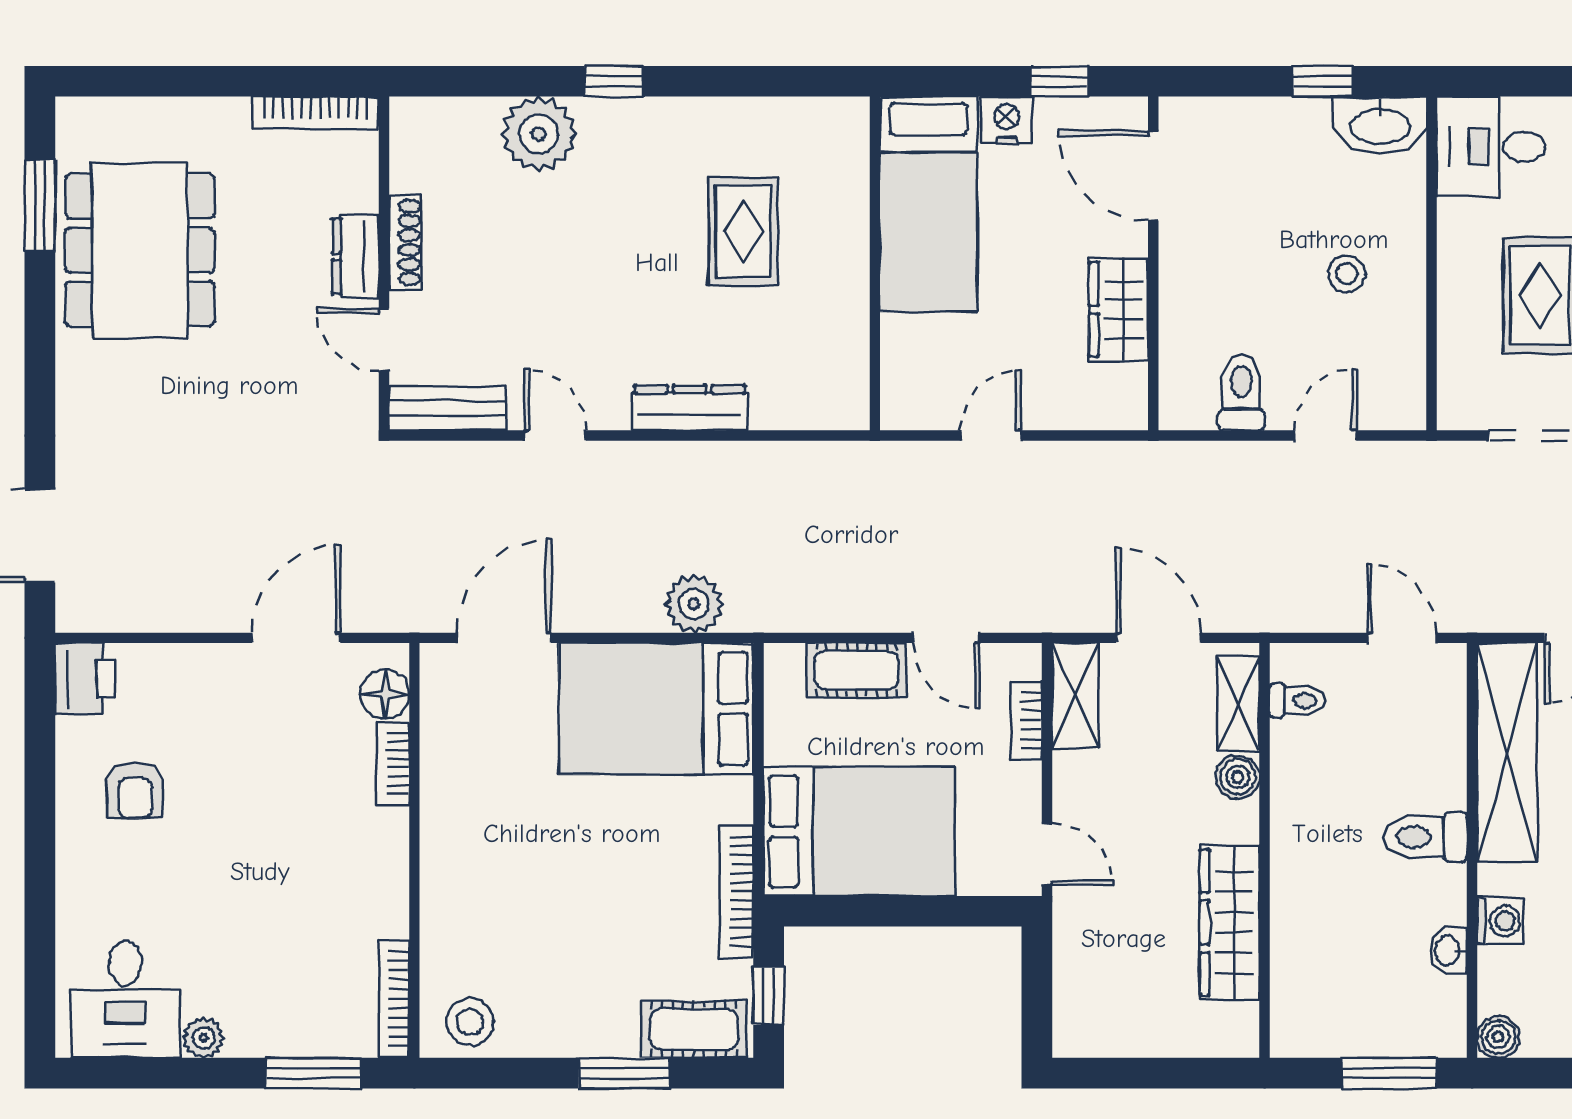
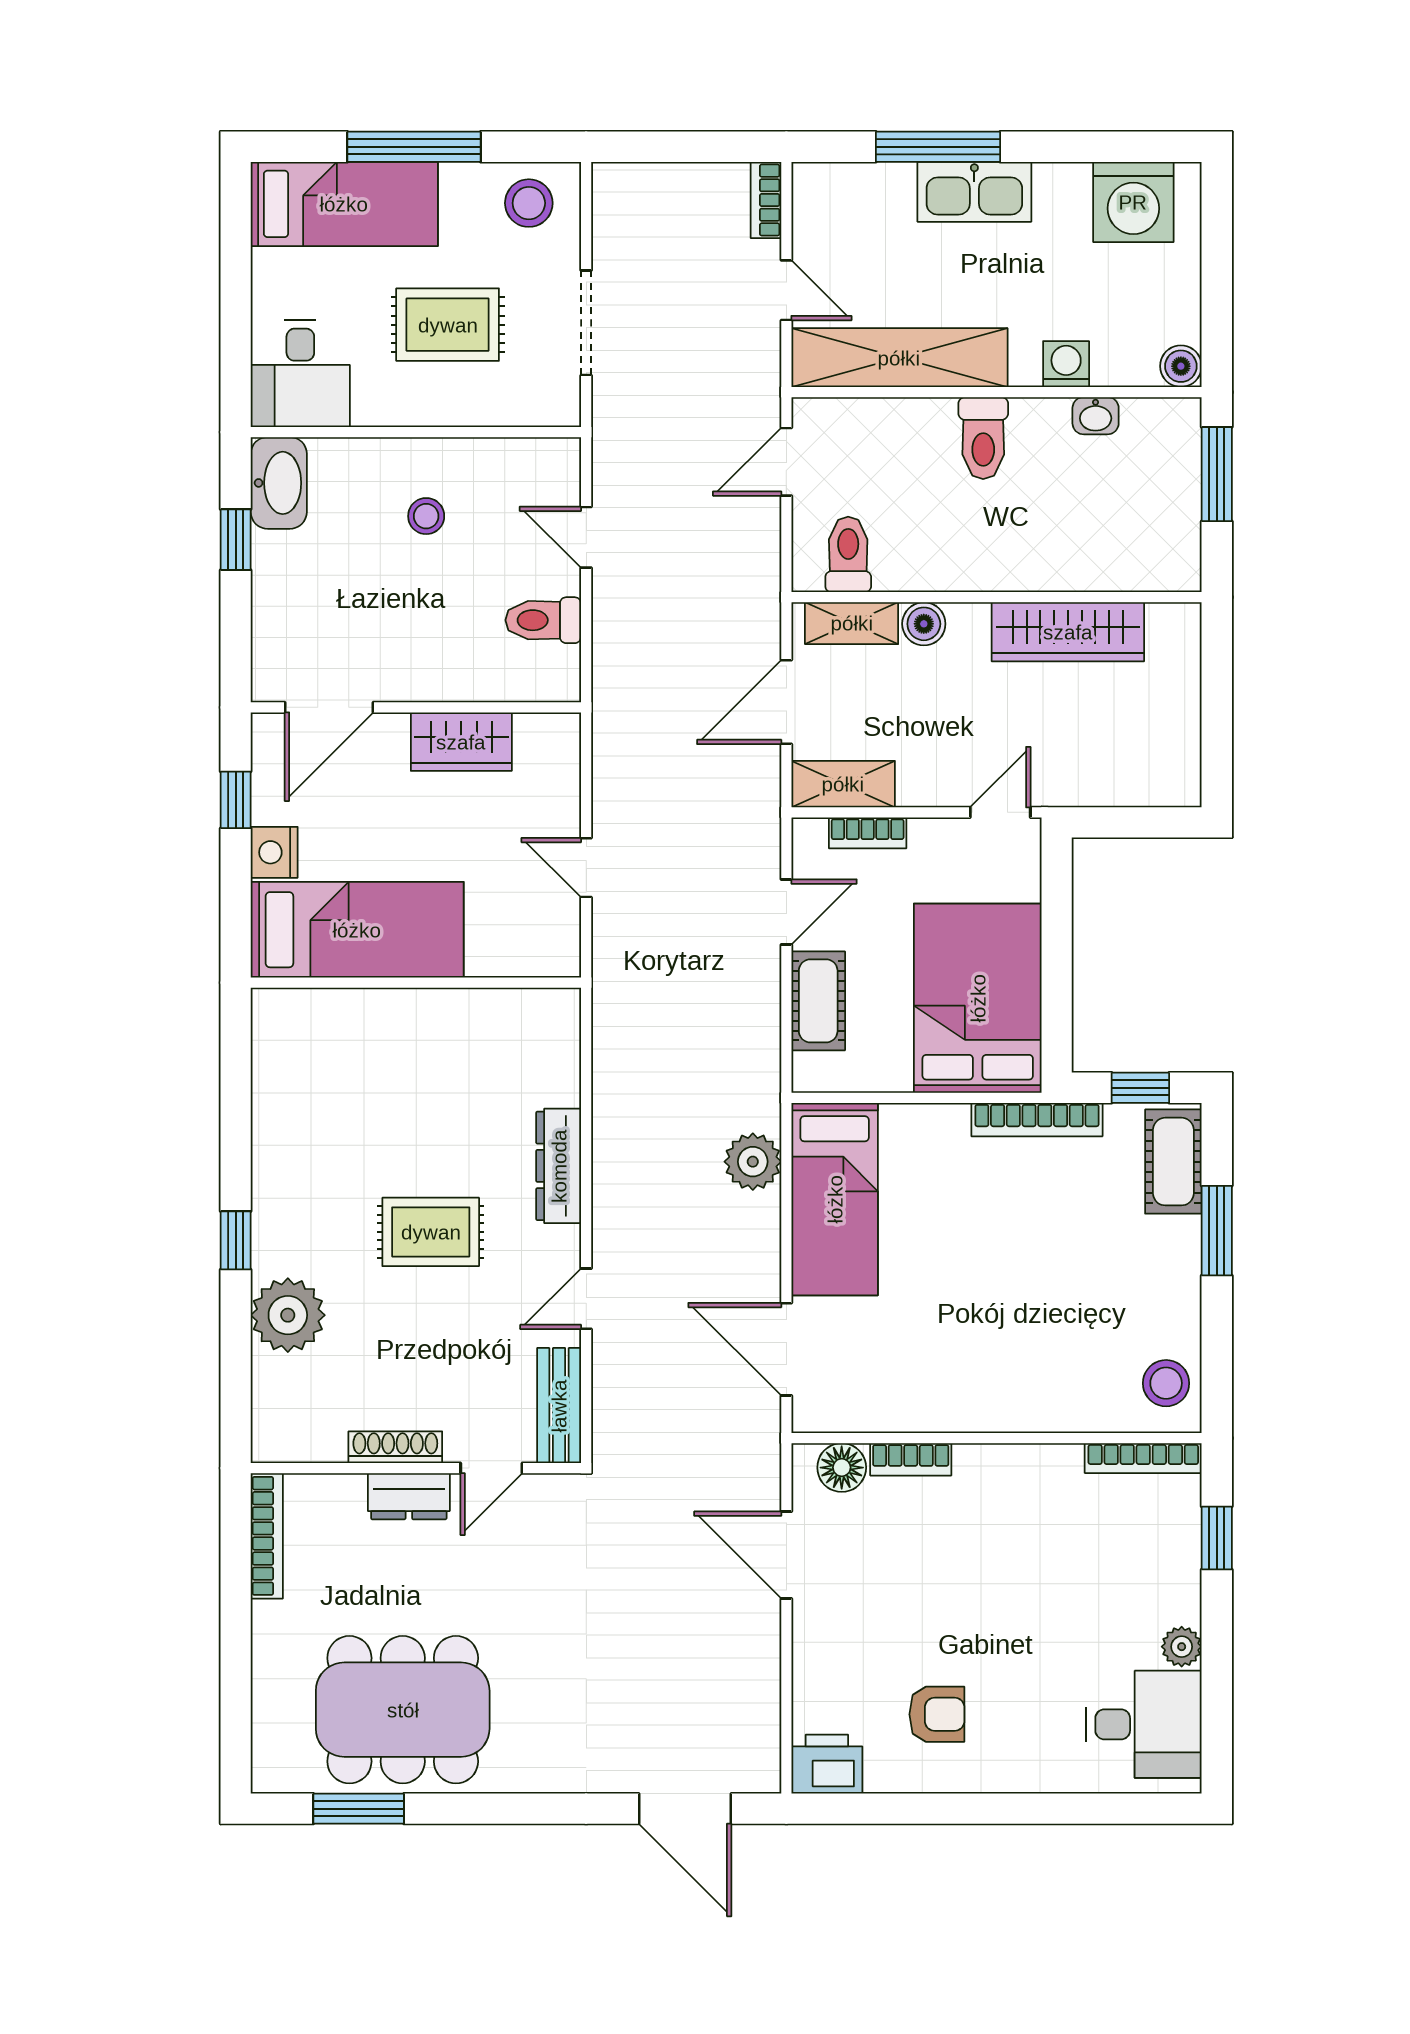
rug: (743, 231) -> (431, 1232), moved
toilet: (1297, 701) -> (848, 554), width x1.37, depth x1.39
bed: (656, 709) -> (835, 1199), width x0.67
window: (313, 1073) -> (1217, 1538), width x0.67

